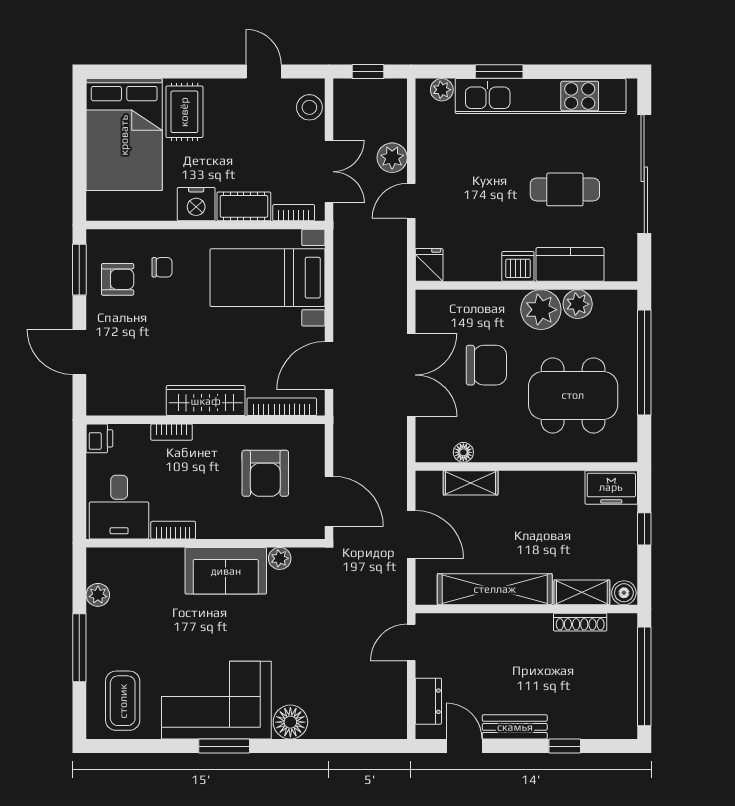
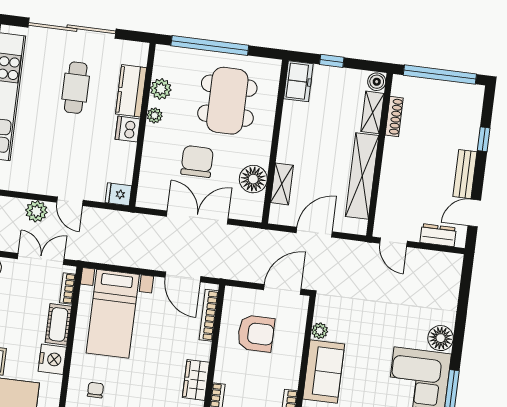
plant: (541, 310) -> (155, 115), width x0.53, depth x0.53
wardrobe: (206, 401) -> (196, 380), width x0.67
floor lamp: (463, 452) -> (253, 179), width x1.89, depth x1.89

